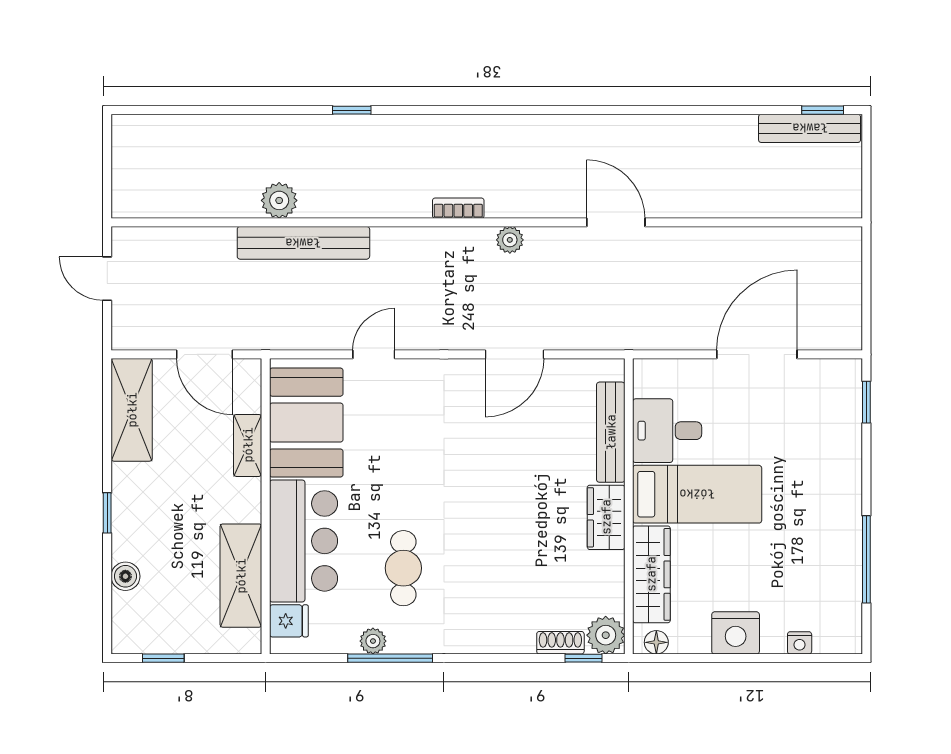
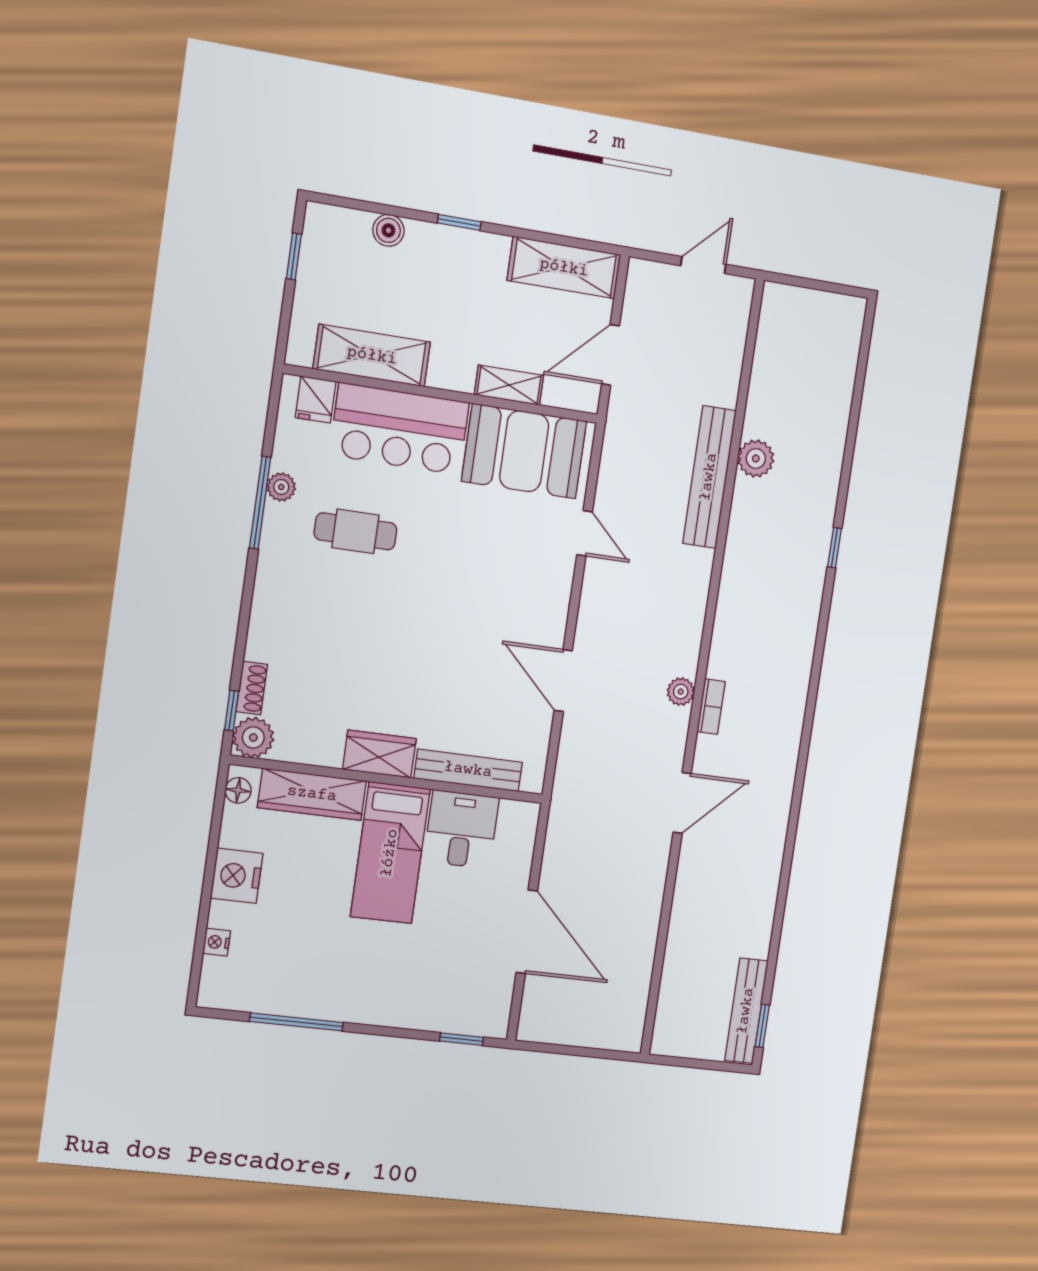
bookcase: (458, 208) -> (711, 707), moved

